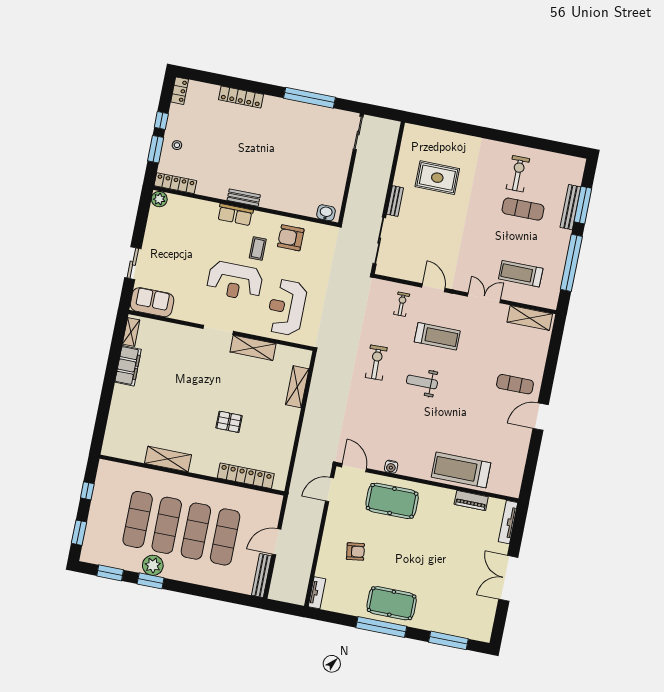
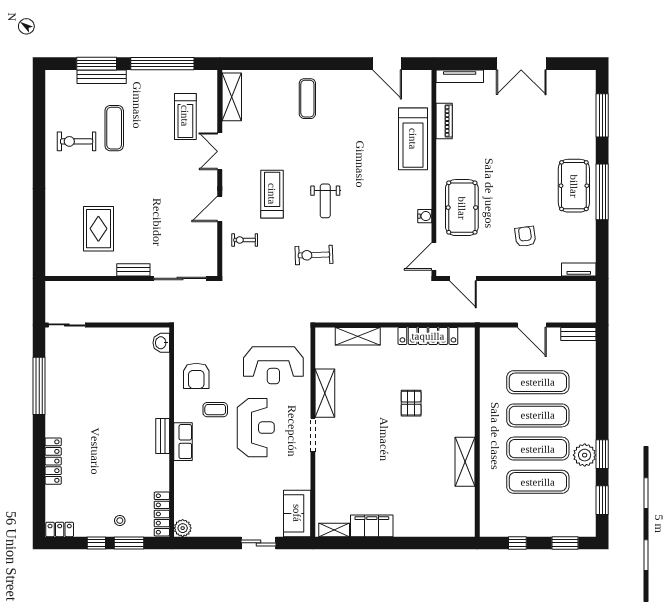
door: (541, 417) -> (387, 64), moved
locker: (246, 476) -> (428, 336), moved, turned -90
bench: (261, 576) -> (578, 334), width x0.73

